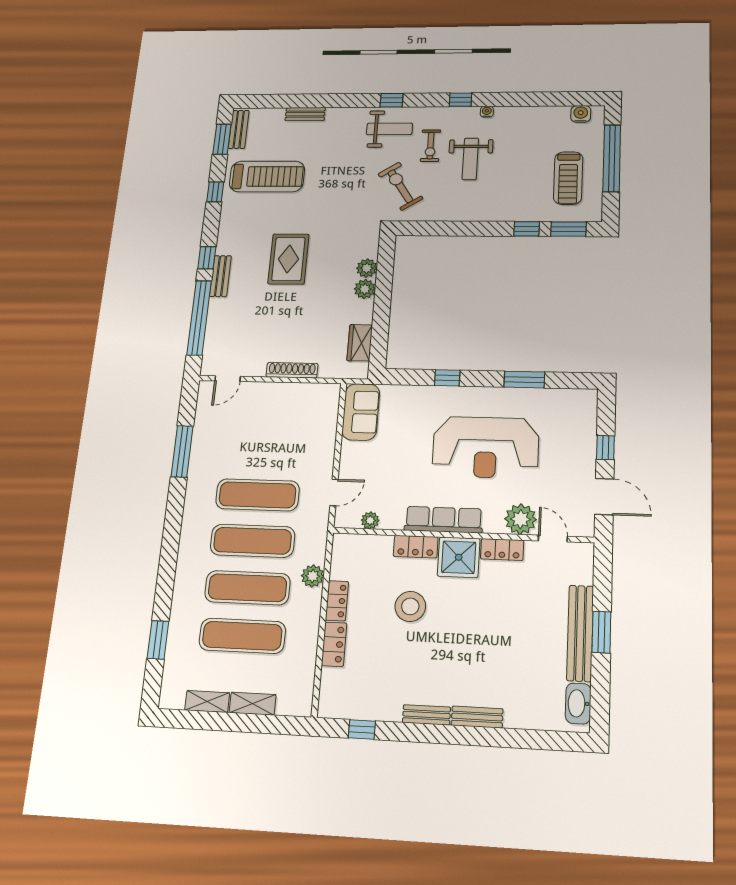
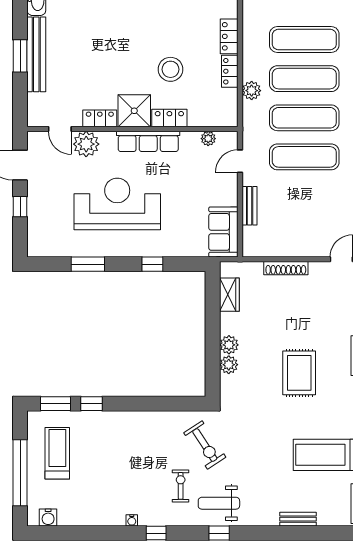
weight bench: (470, 159) -> (144, 472), removed
bench: (327, 441) -> (250, 206), added

